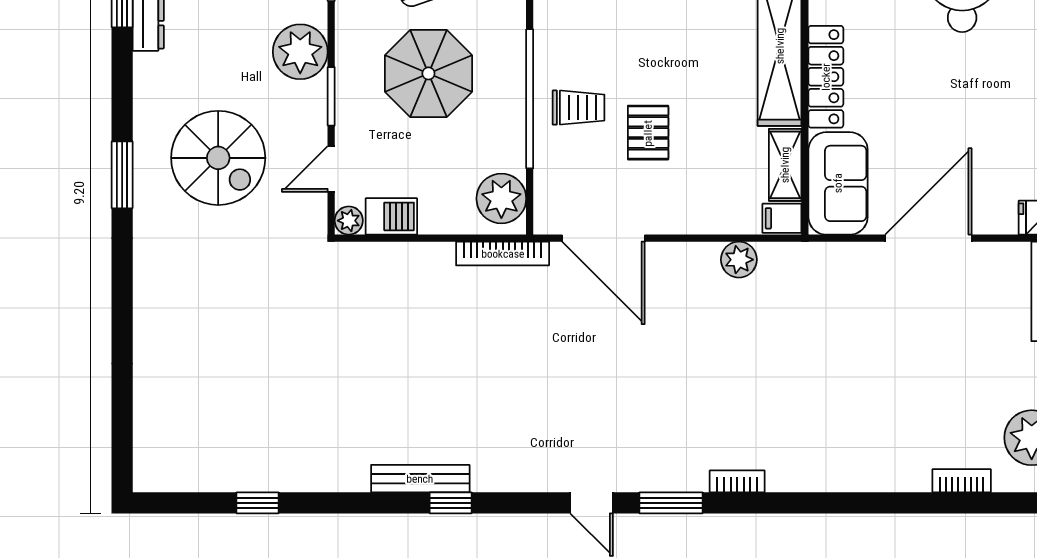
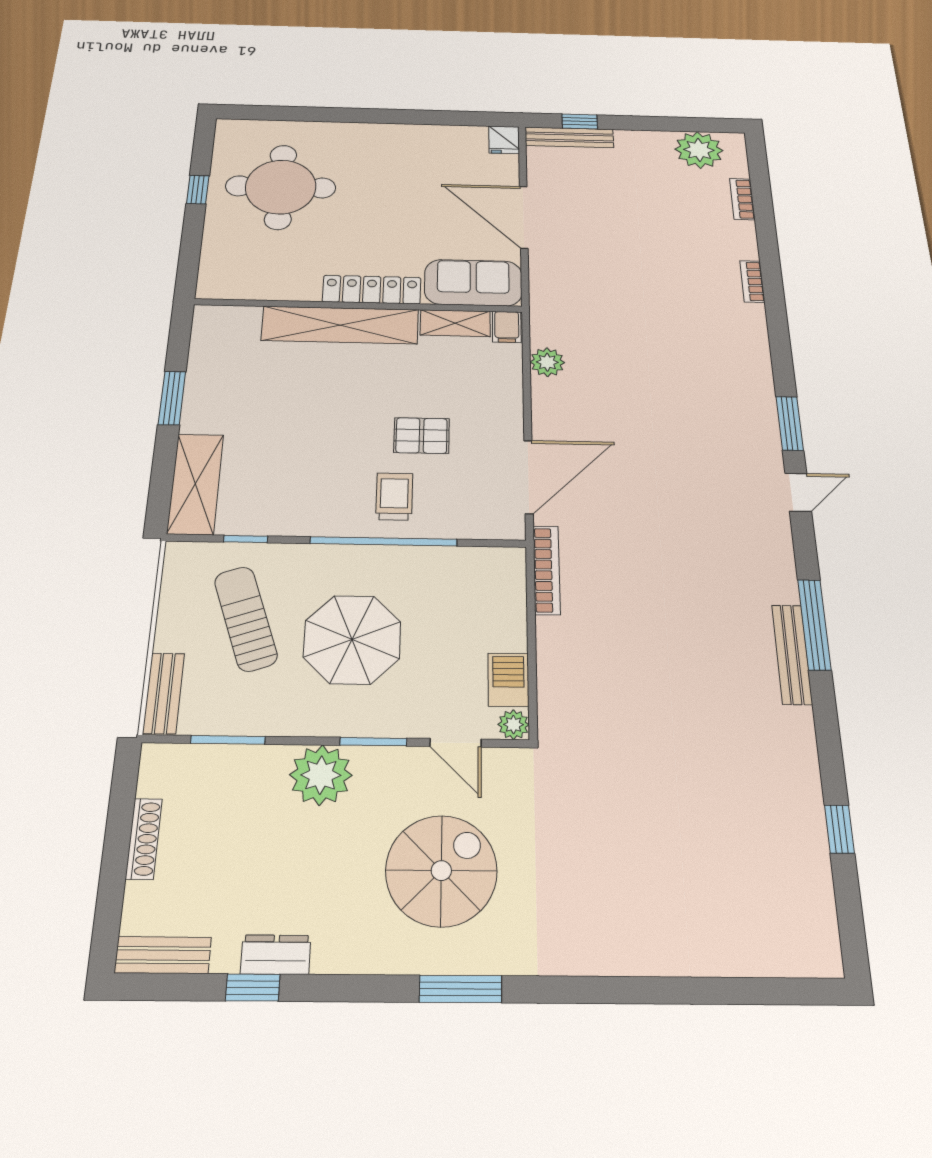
plant: (501, 199) -> (488, 570), removed
bookcase: (737, 481) -> (752, 281), moved
window: (451, 503) -> (814, 624), width x2.17

